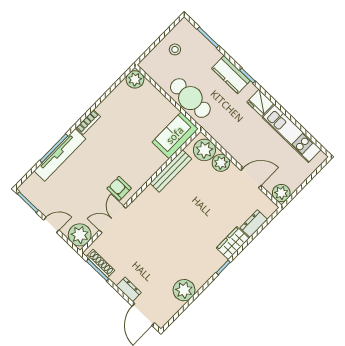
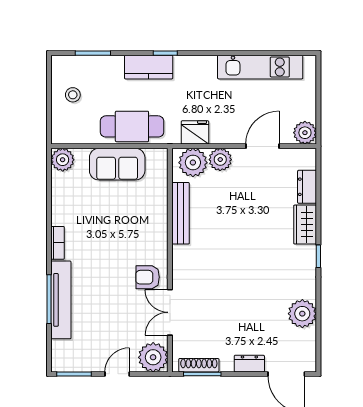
fridge: (260, 103) -> (195, 132), moved, turned 180
sofa: (175, 135) -> (117, 164), moved, turned -90

